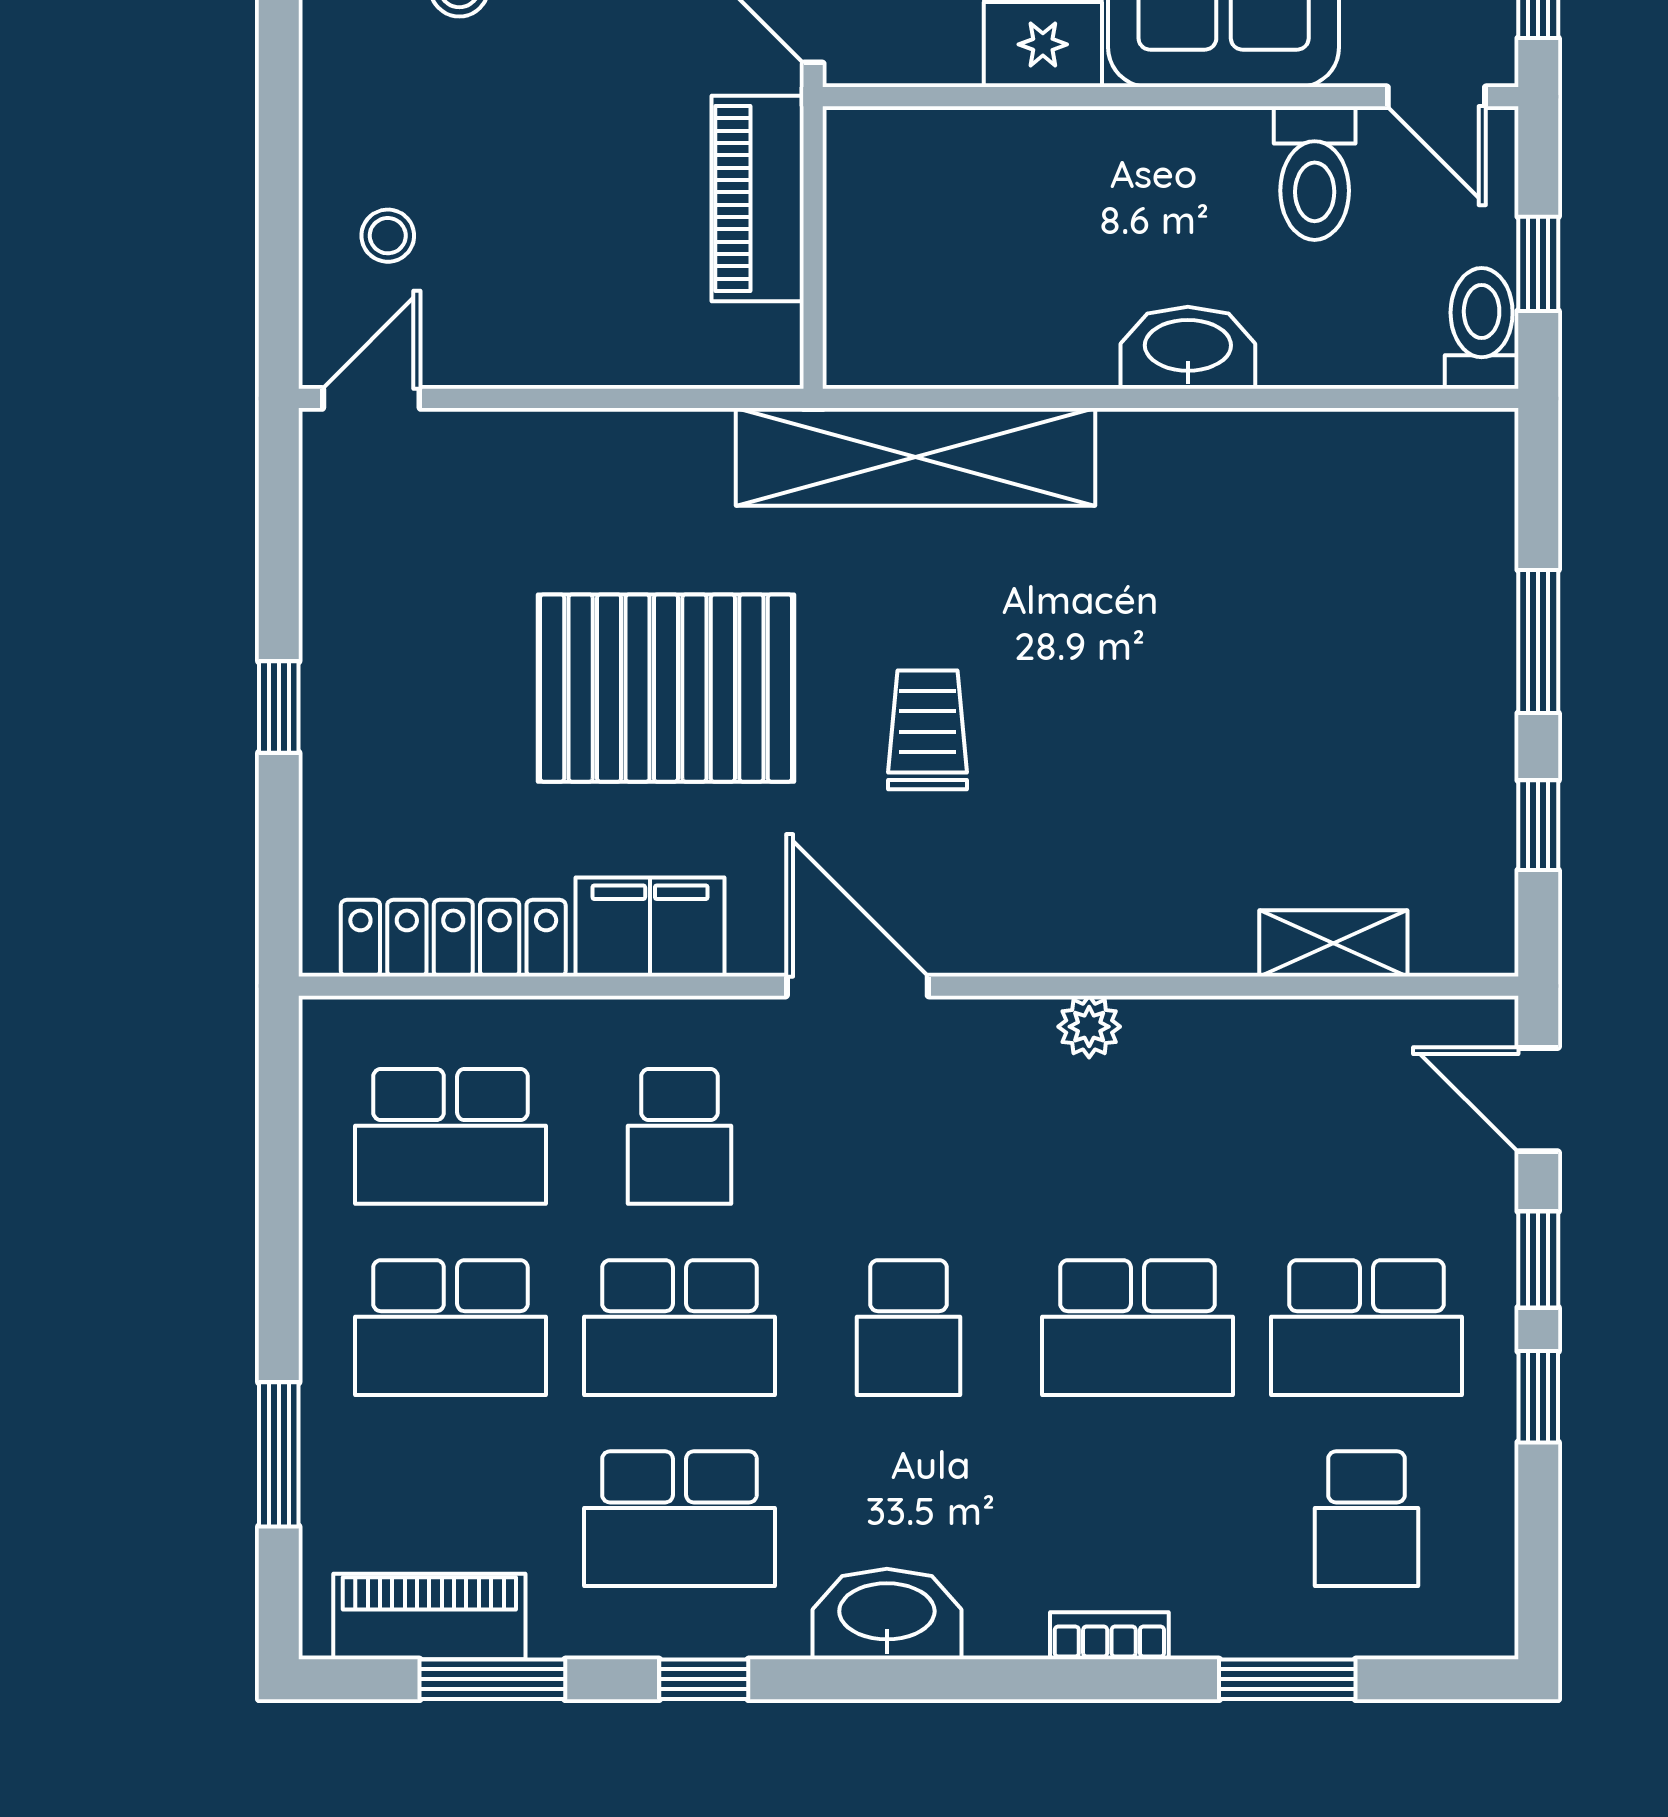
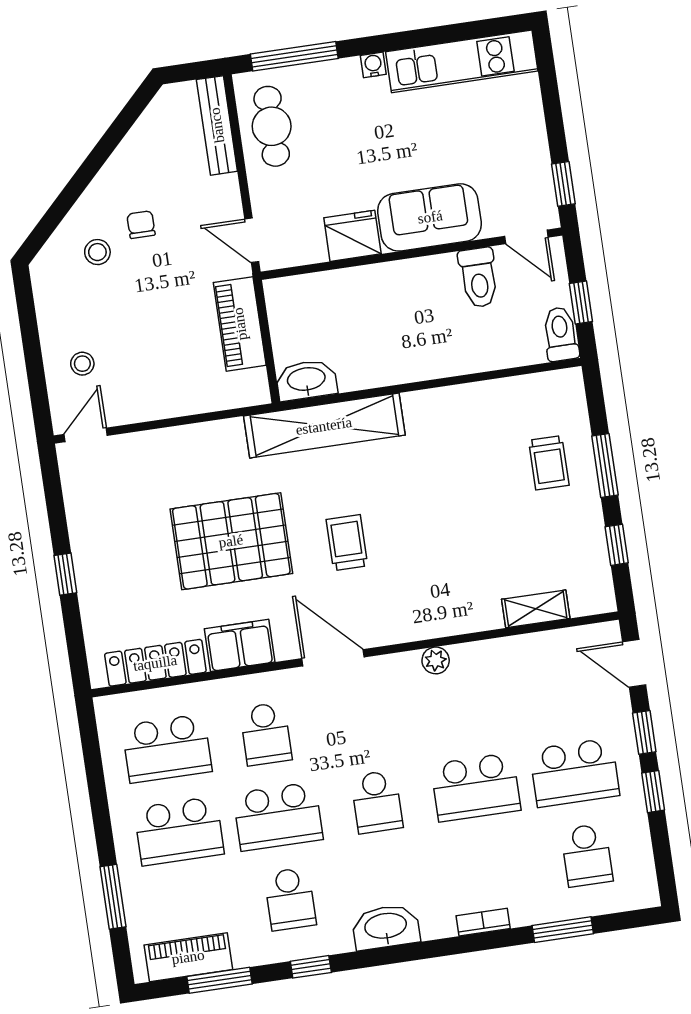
washbasin: (1188, 348) -> (306, 380), moved
trolley: (1412, 616) -> (549, 463), added
school desk: (679, 1519) -> (290, 899), width x0.54

